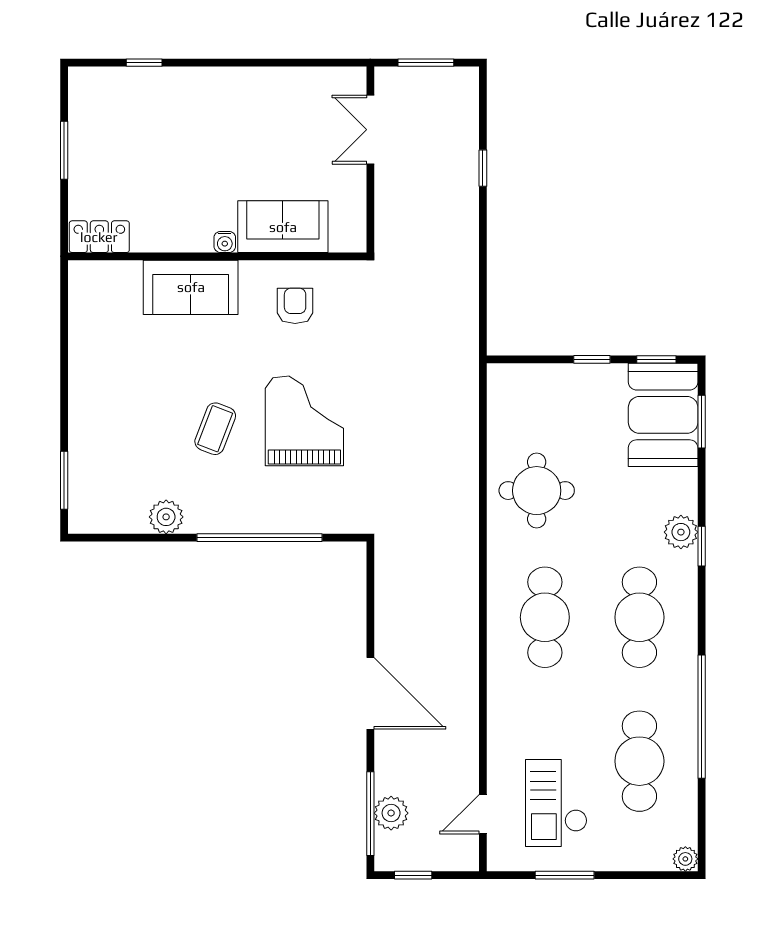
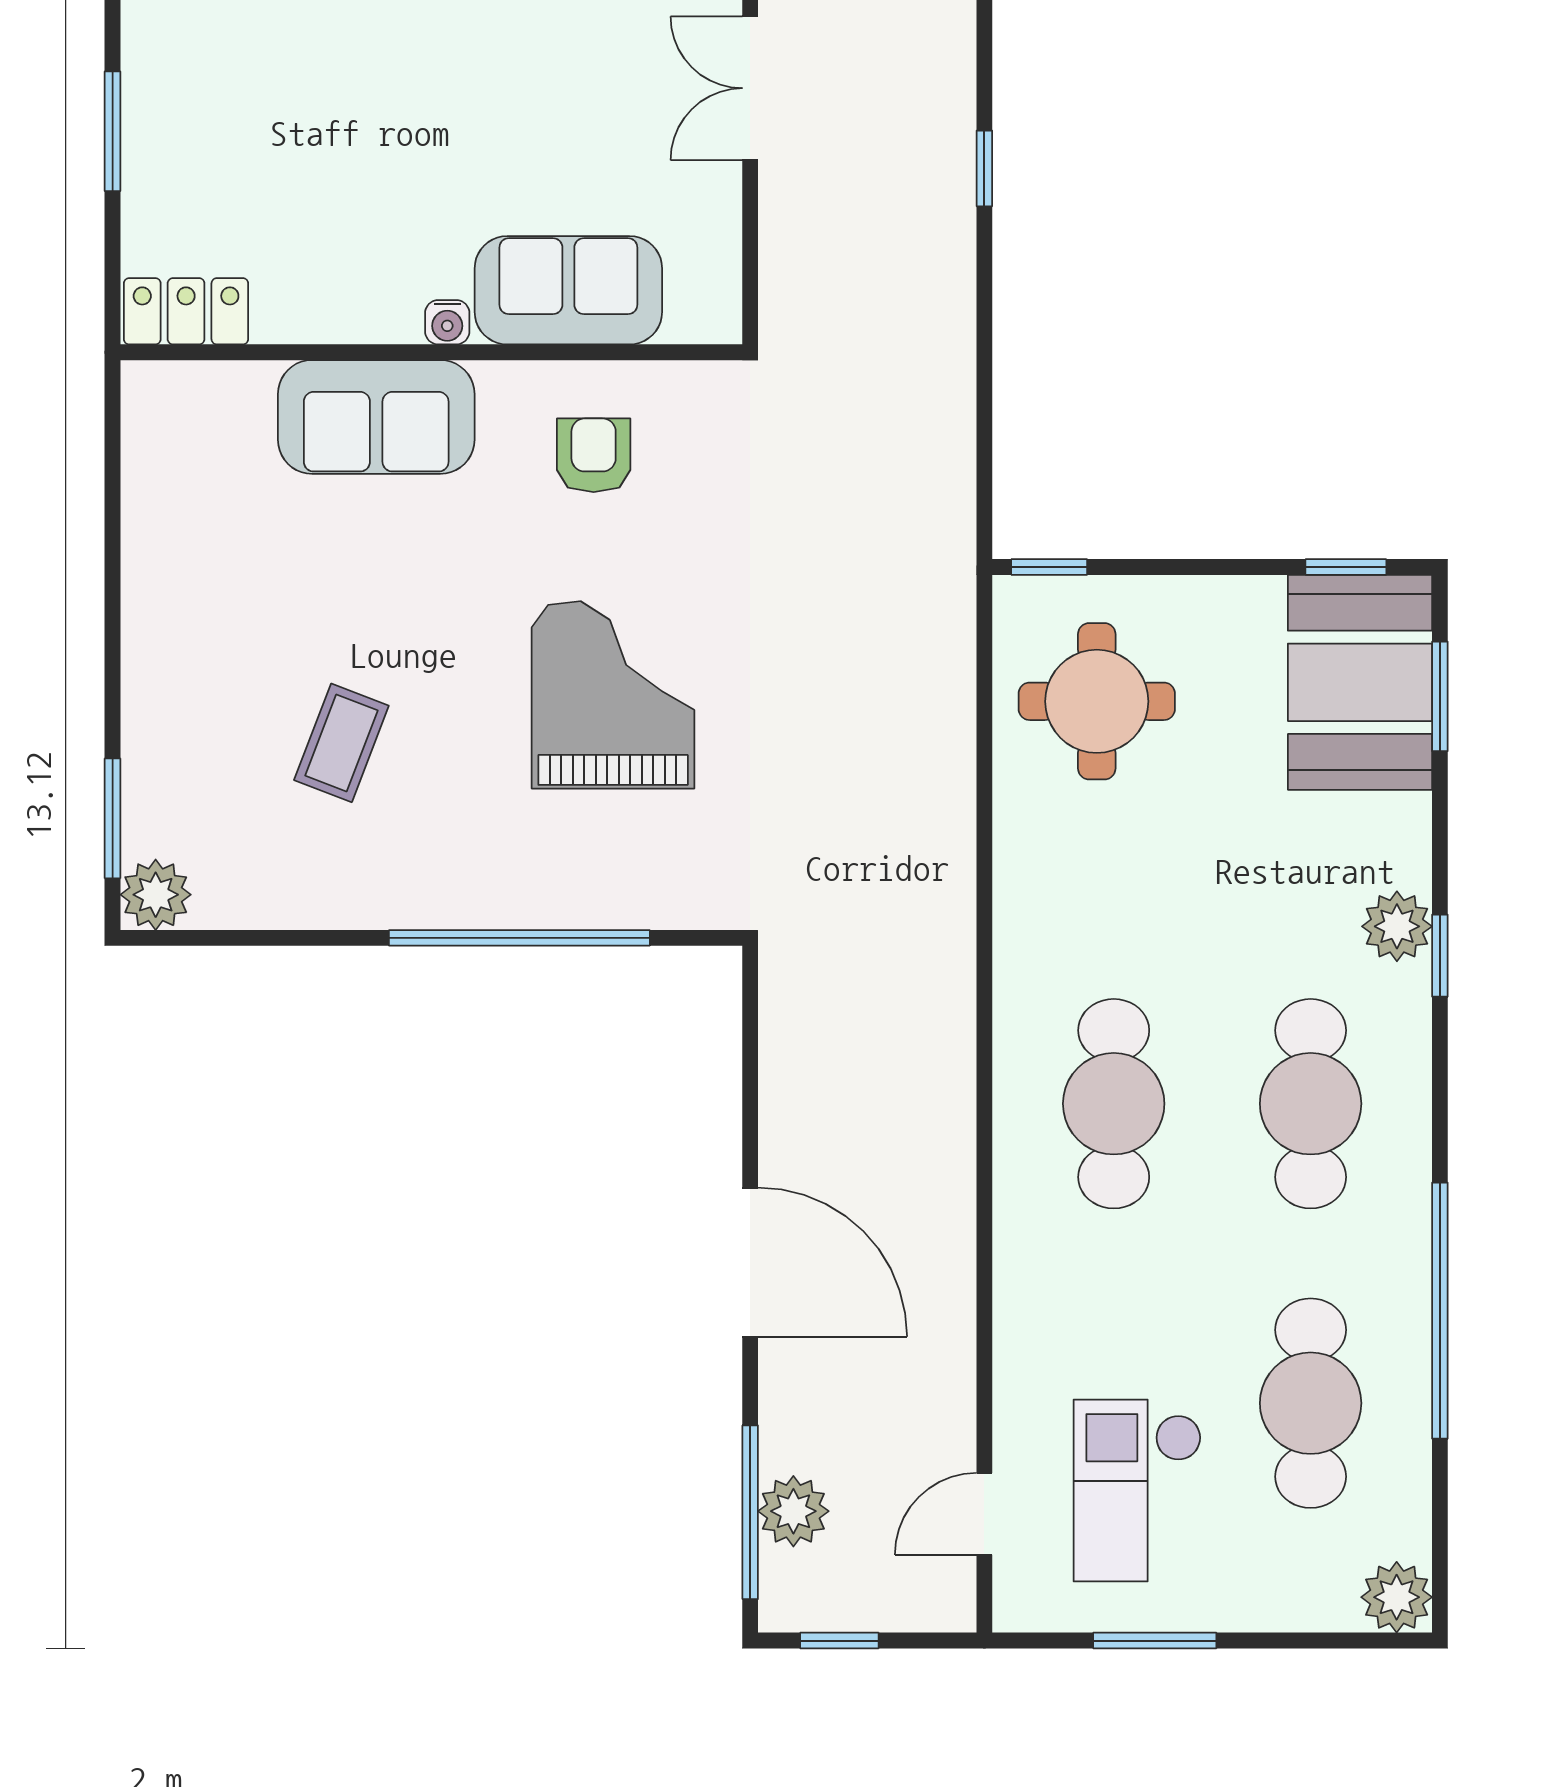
window: (592, 359) -> (1049, 567), moved
coffee table: (215, 429) -> (341, 743), moved
round table: (537, 491) -> (1097, 701), moved
plant: (166, 517) -> (156, 895), moved
plant: (685, 859) -> (1397, 1597), width x1.38, depth x1.38

